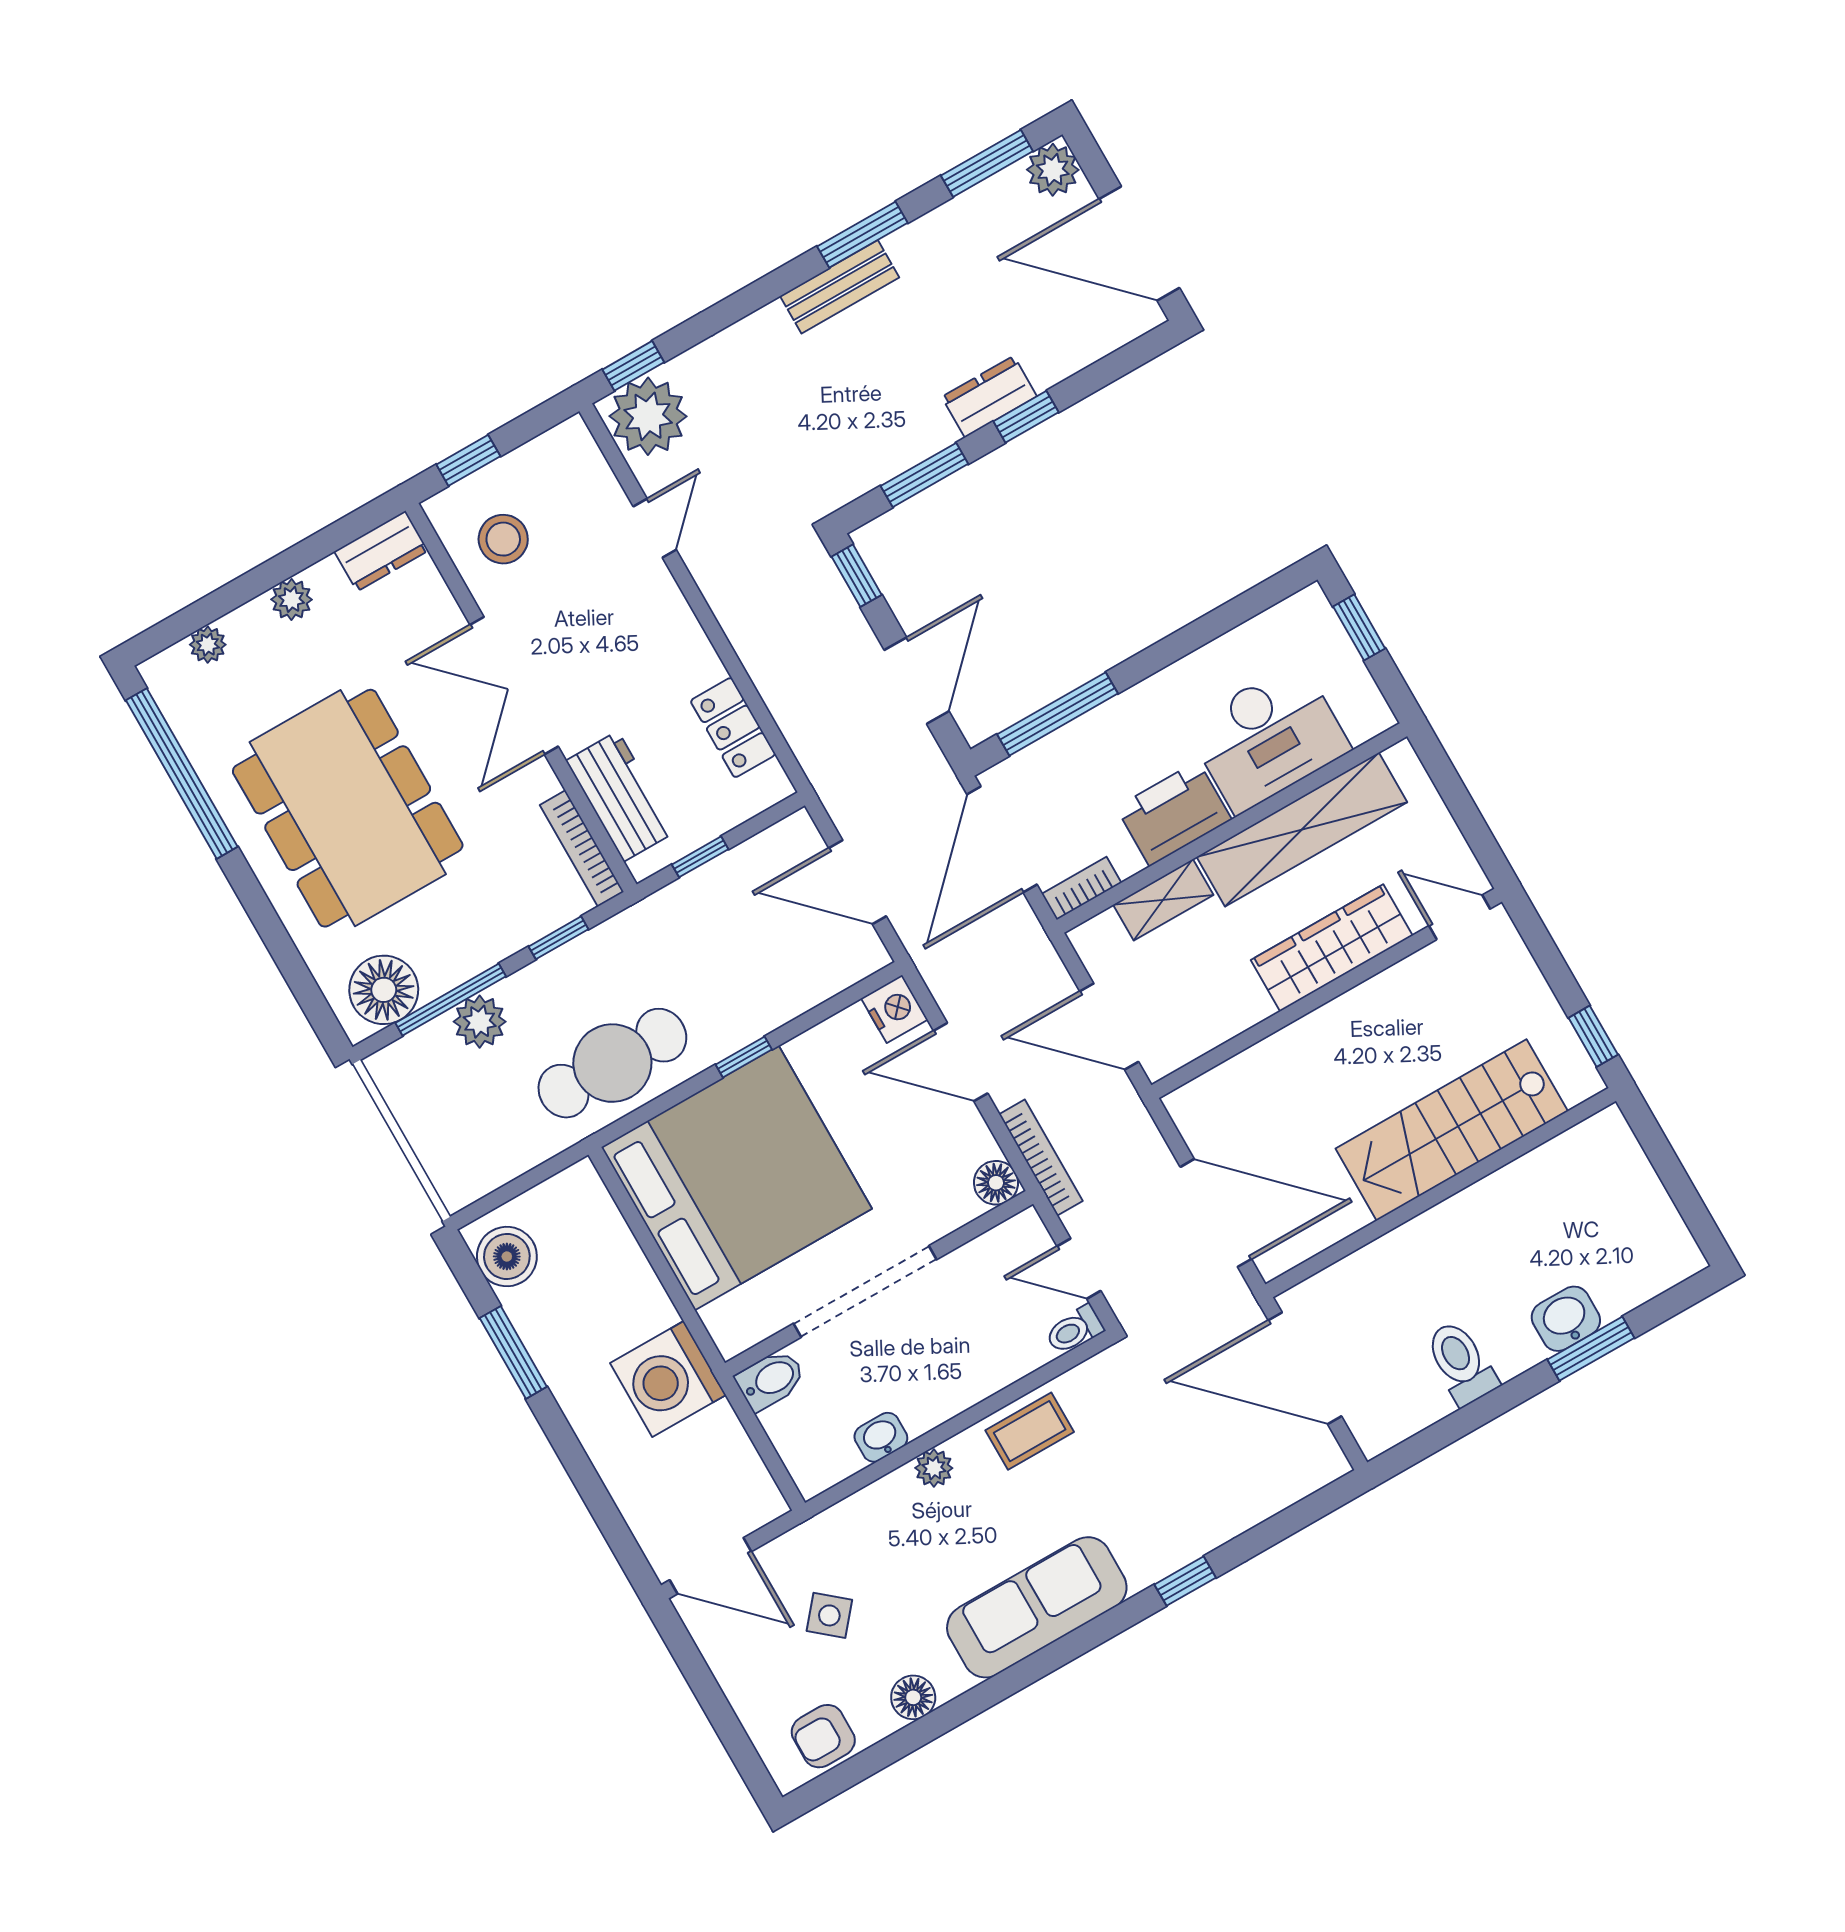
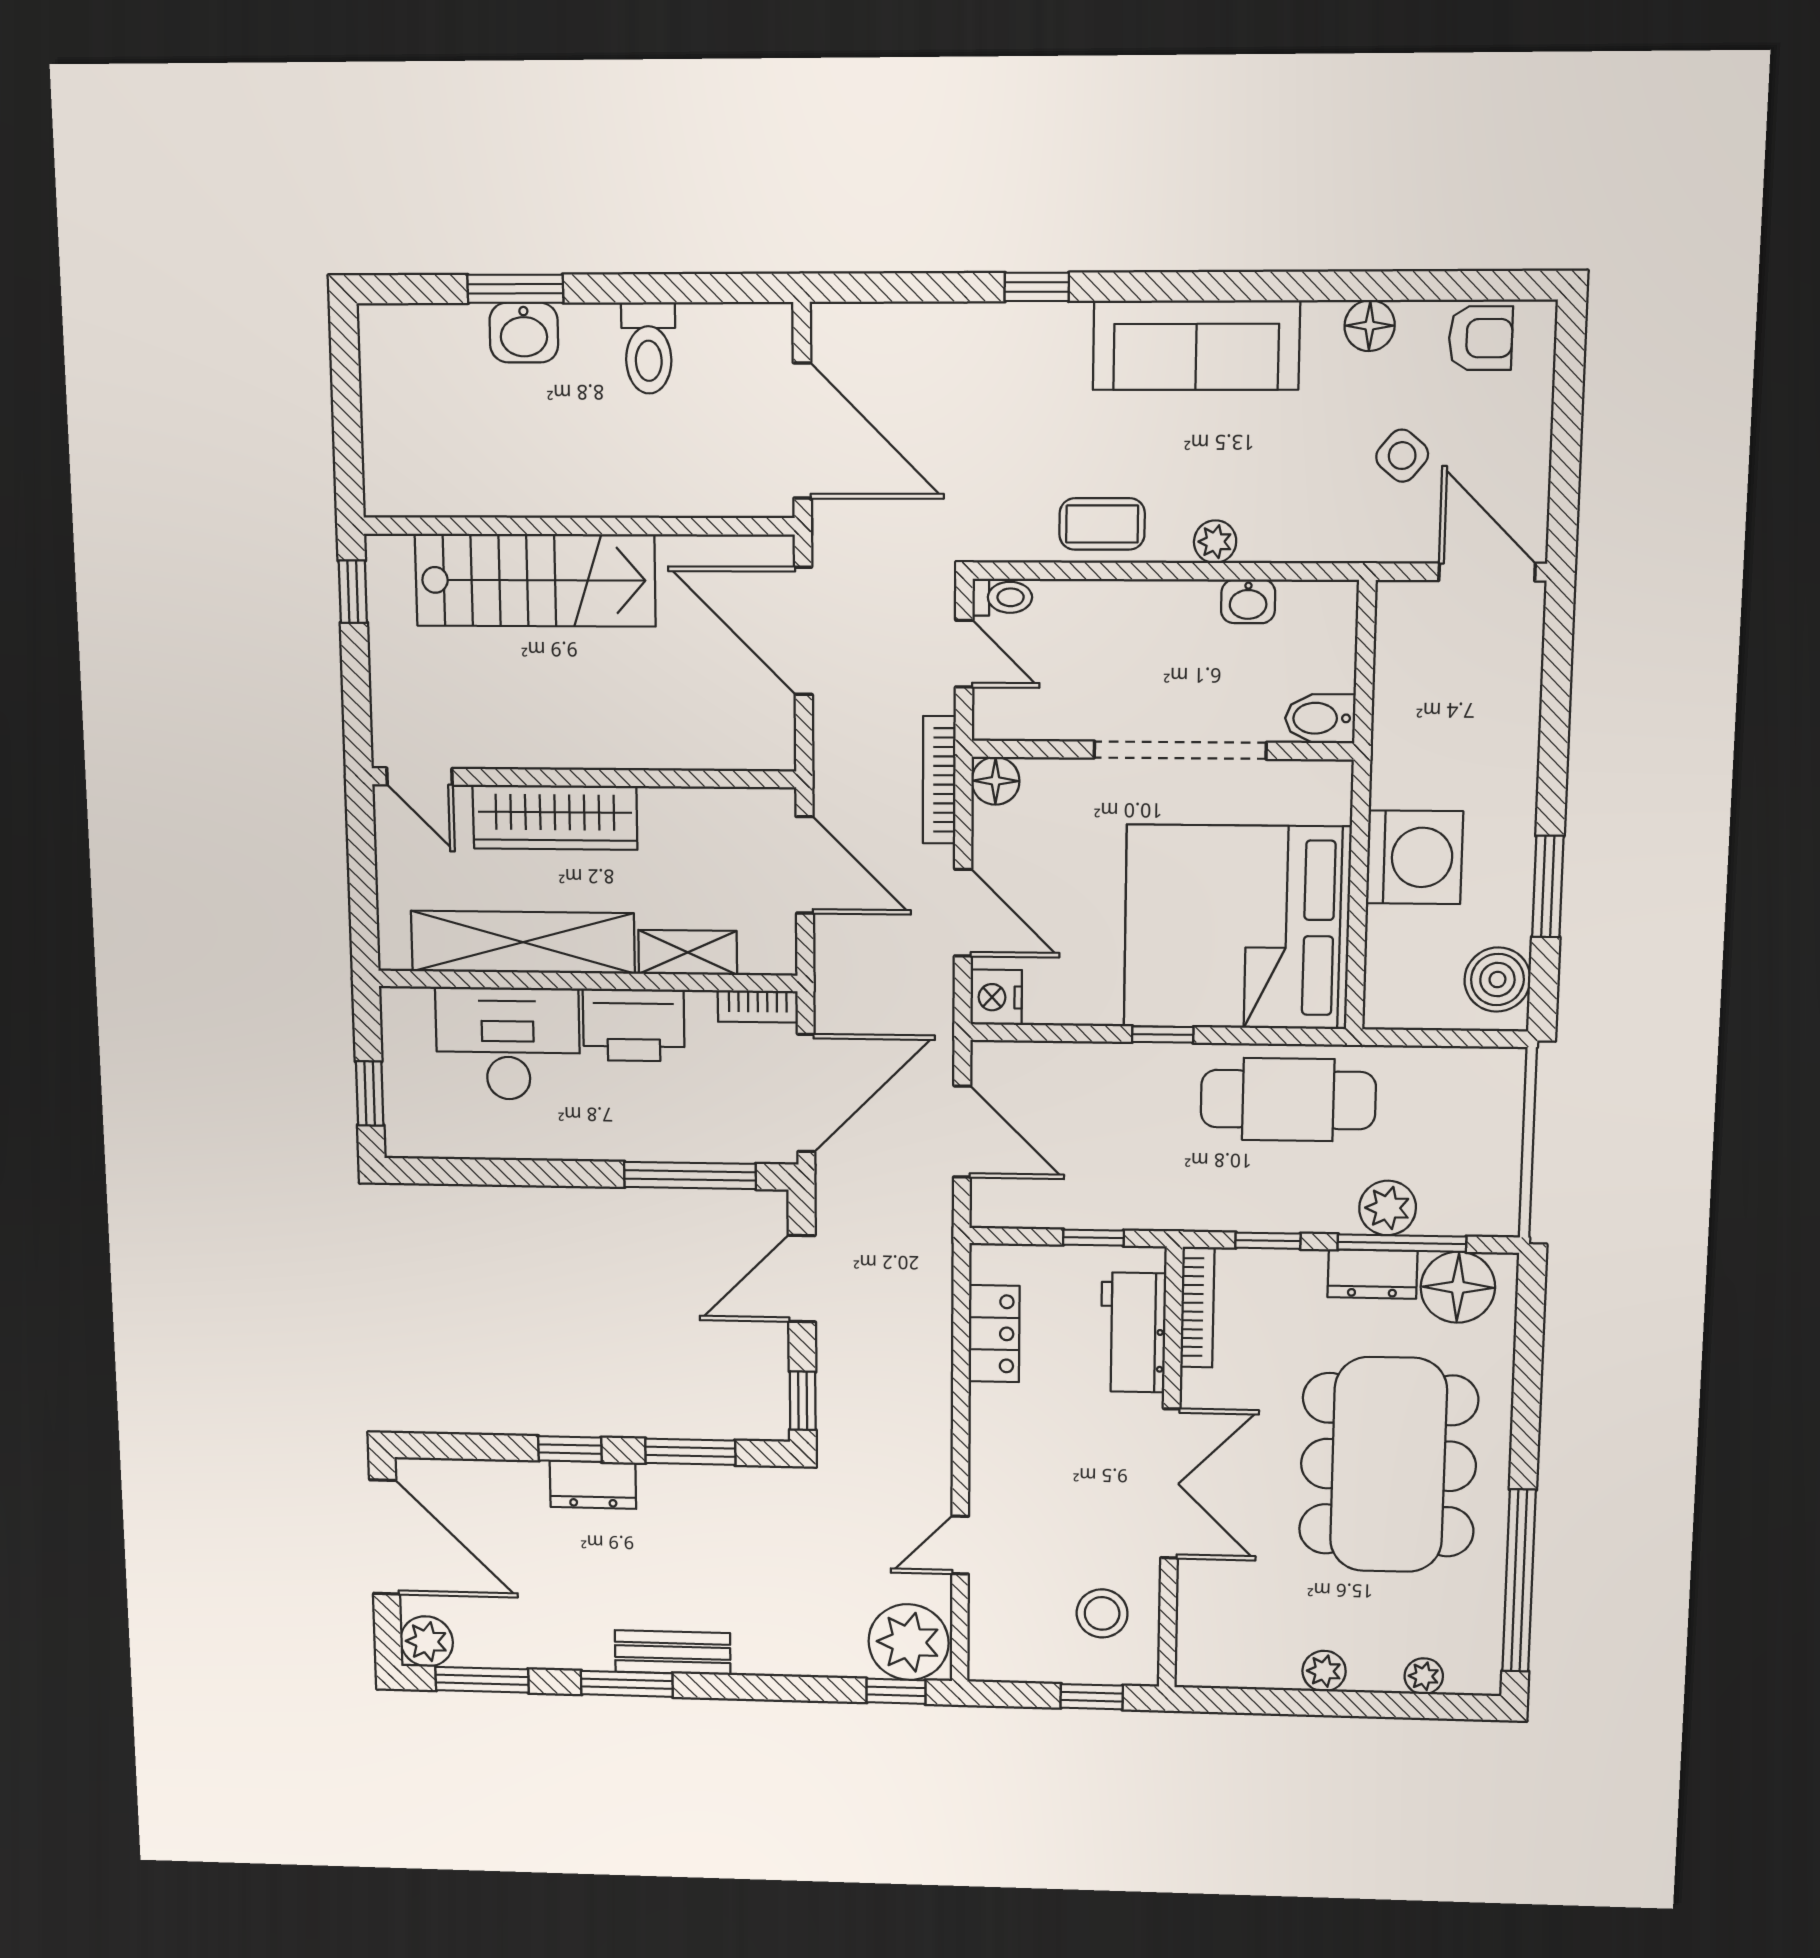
dresser: (381, 551) -> (1372, 1274), moved, turned 180
washing machine: (668, 1379) -> (1414, 857), moved

